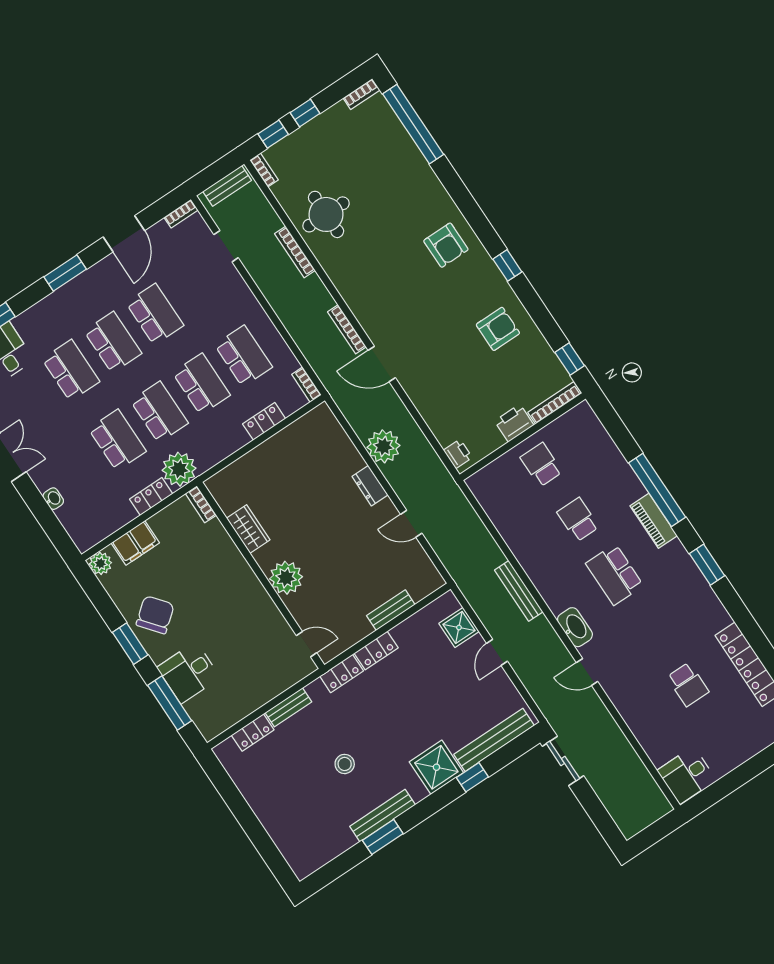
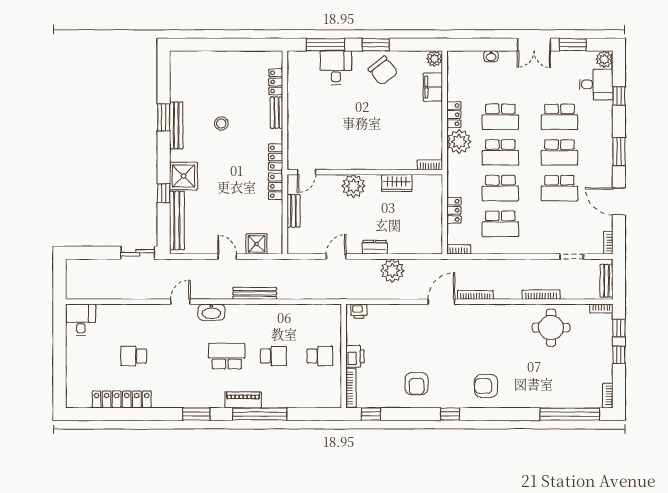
bookcase: (201, 504) -> (430, 165), moved
wardrobe: (248, 529) -> (397, 183), moved
wall: (261, 575) -> (365, 172), moved
plant: (286, 578) -> (353, 186), moved
door: (306, 644) -> (307, 172), moved

